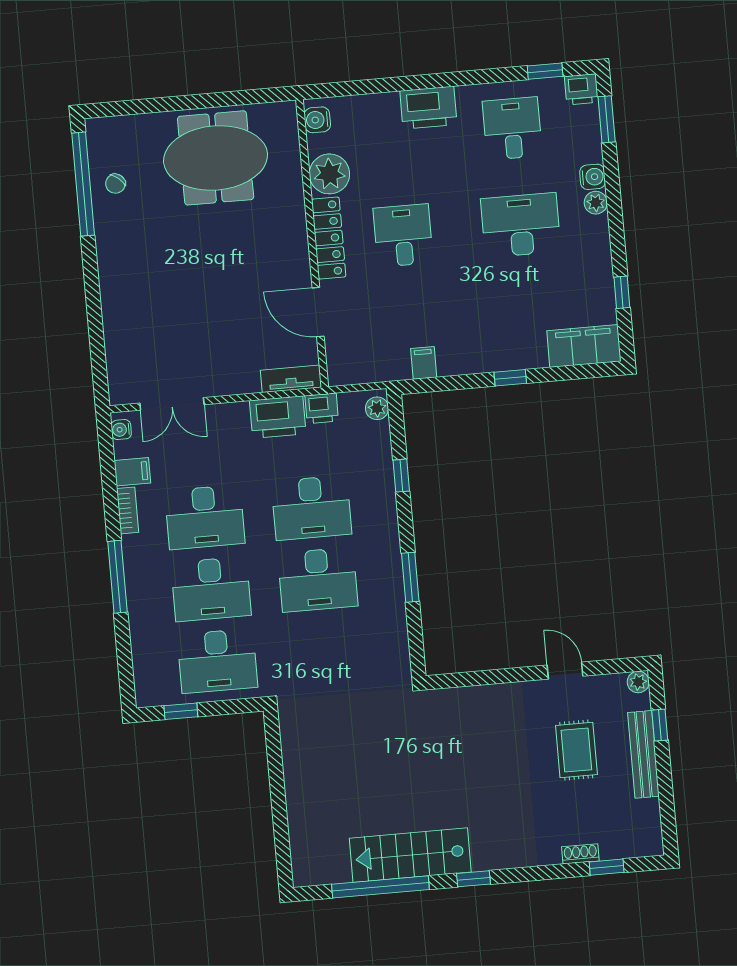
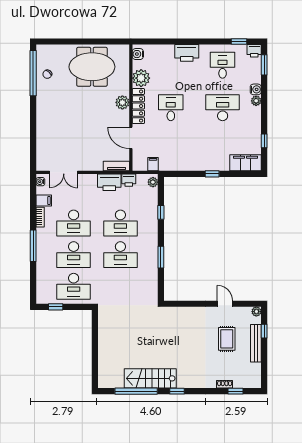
plant: (292, 233) -> (122, 102), added
filing cabinet: (424, 363) -> (153, 164), moved

